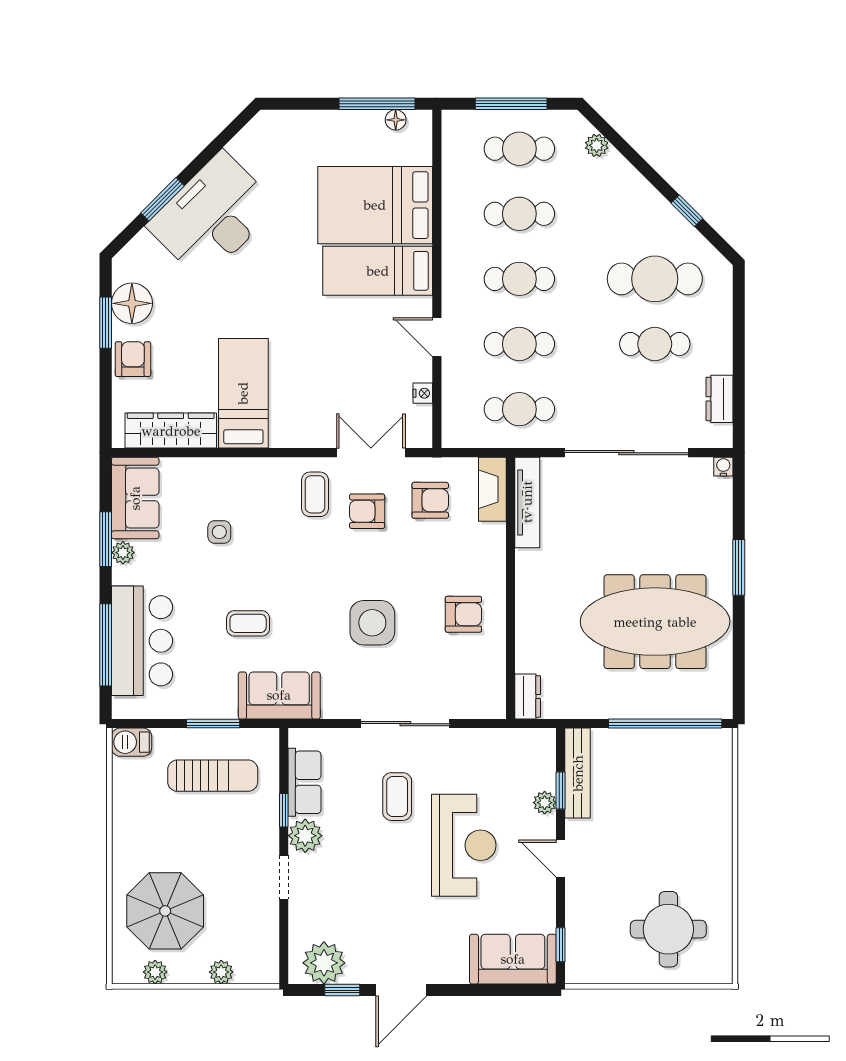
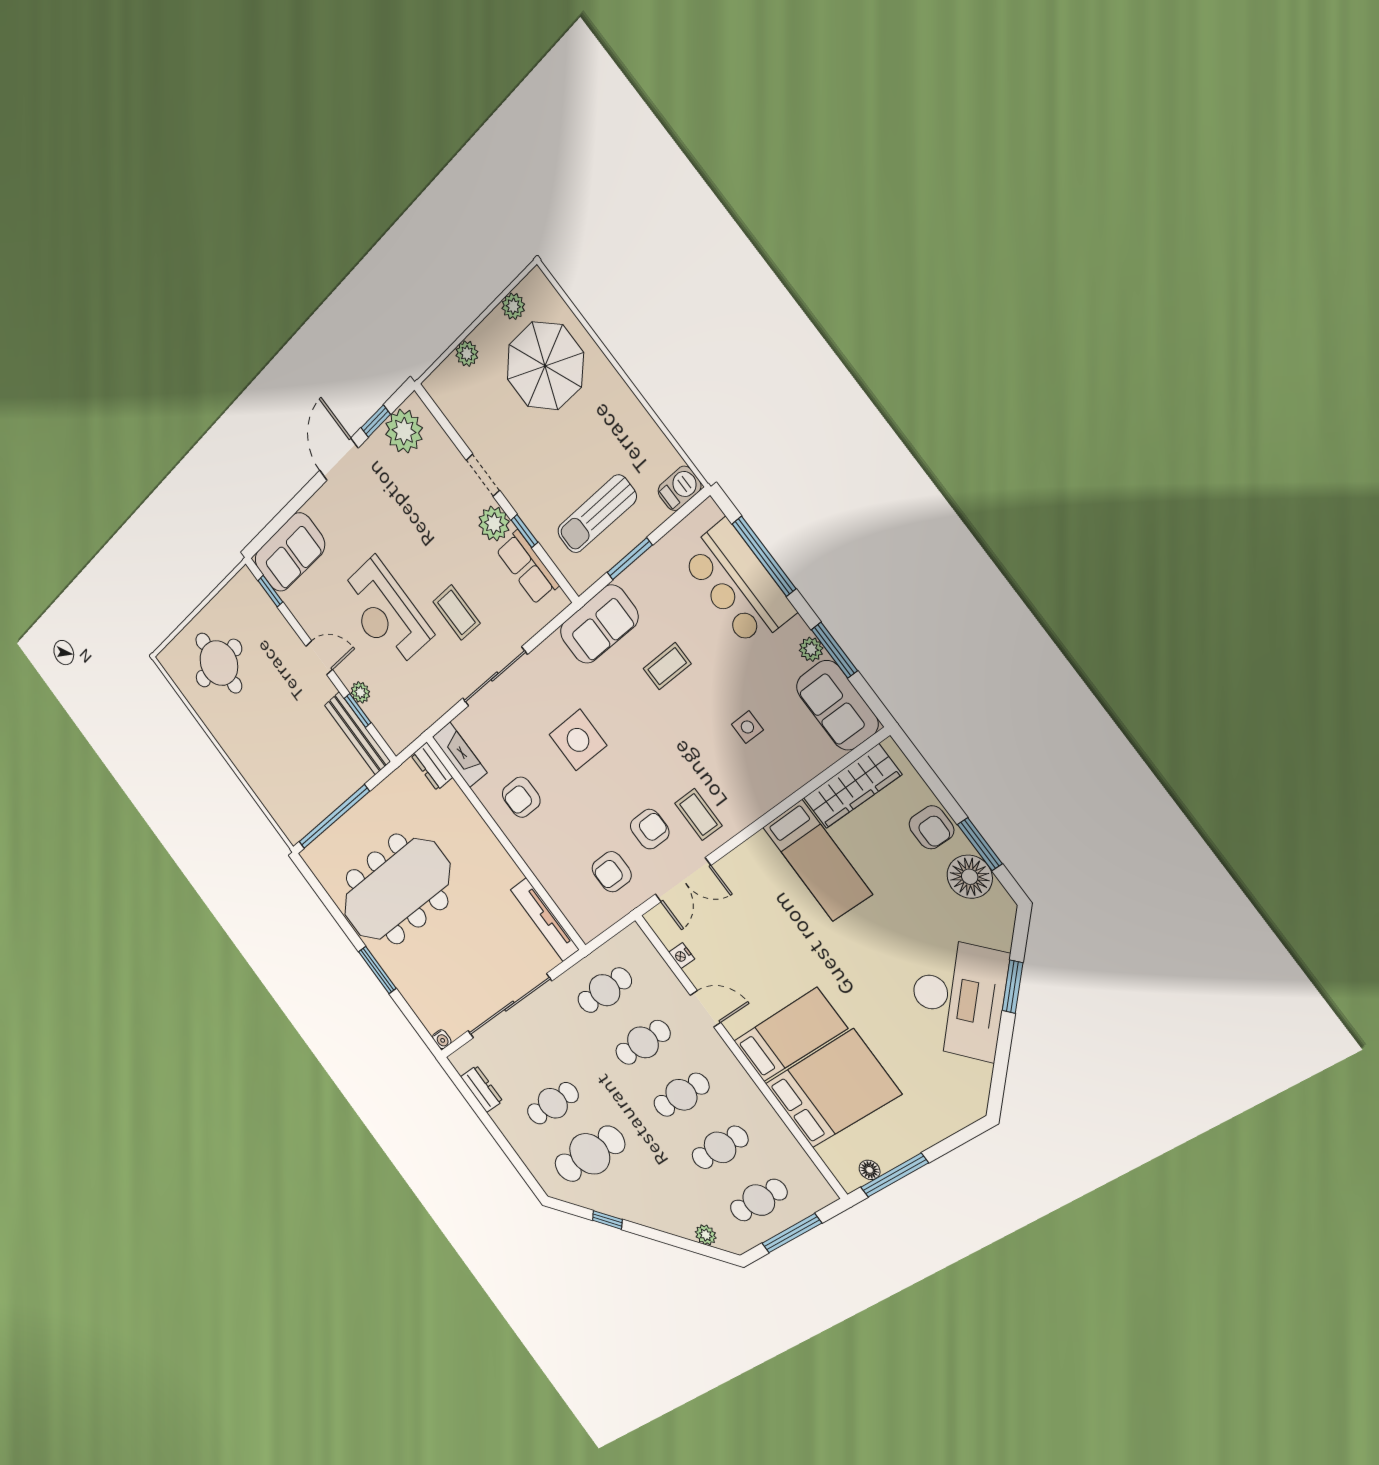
fireplace: (492, 489) -> (460, 755), moved

